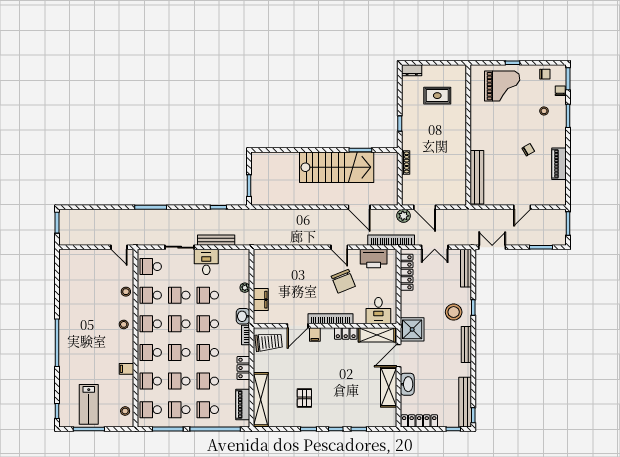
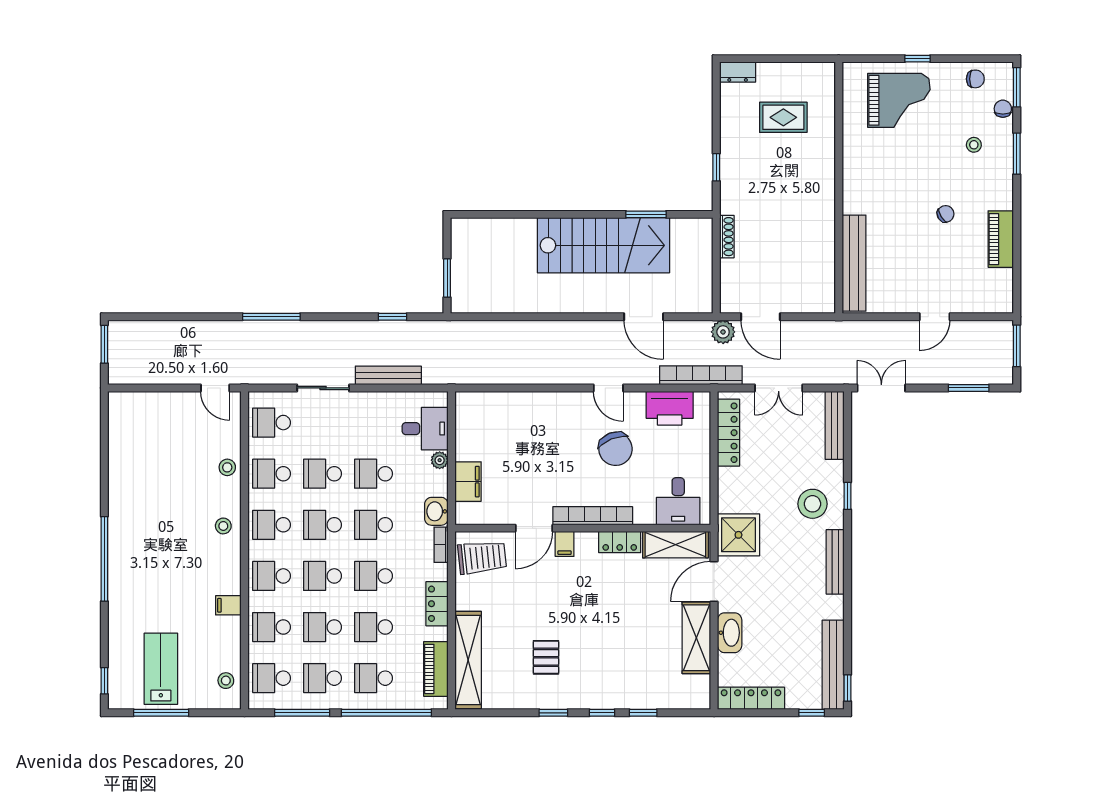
desk: (206, 262) -> (425, 429), moved, turned 90
lab bench: (89, 404) -> (161, 669), turned 180

